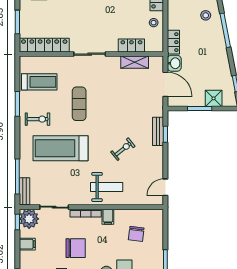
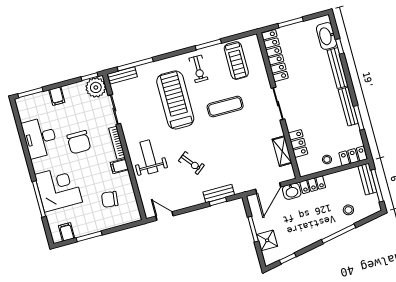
weight bench: (107, 187) -> (149, 157), turned 180
filing cabinet: (27, 244) -> (57, 96), moved

